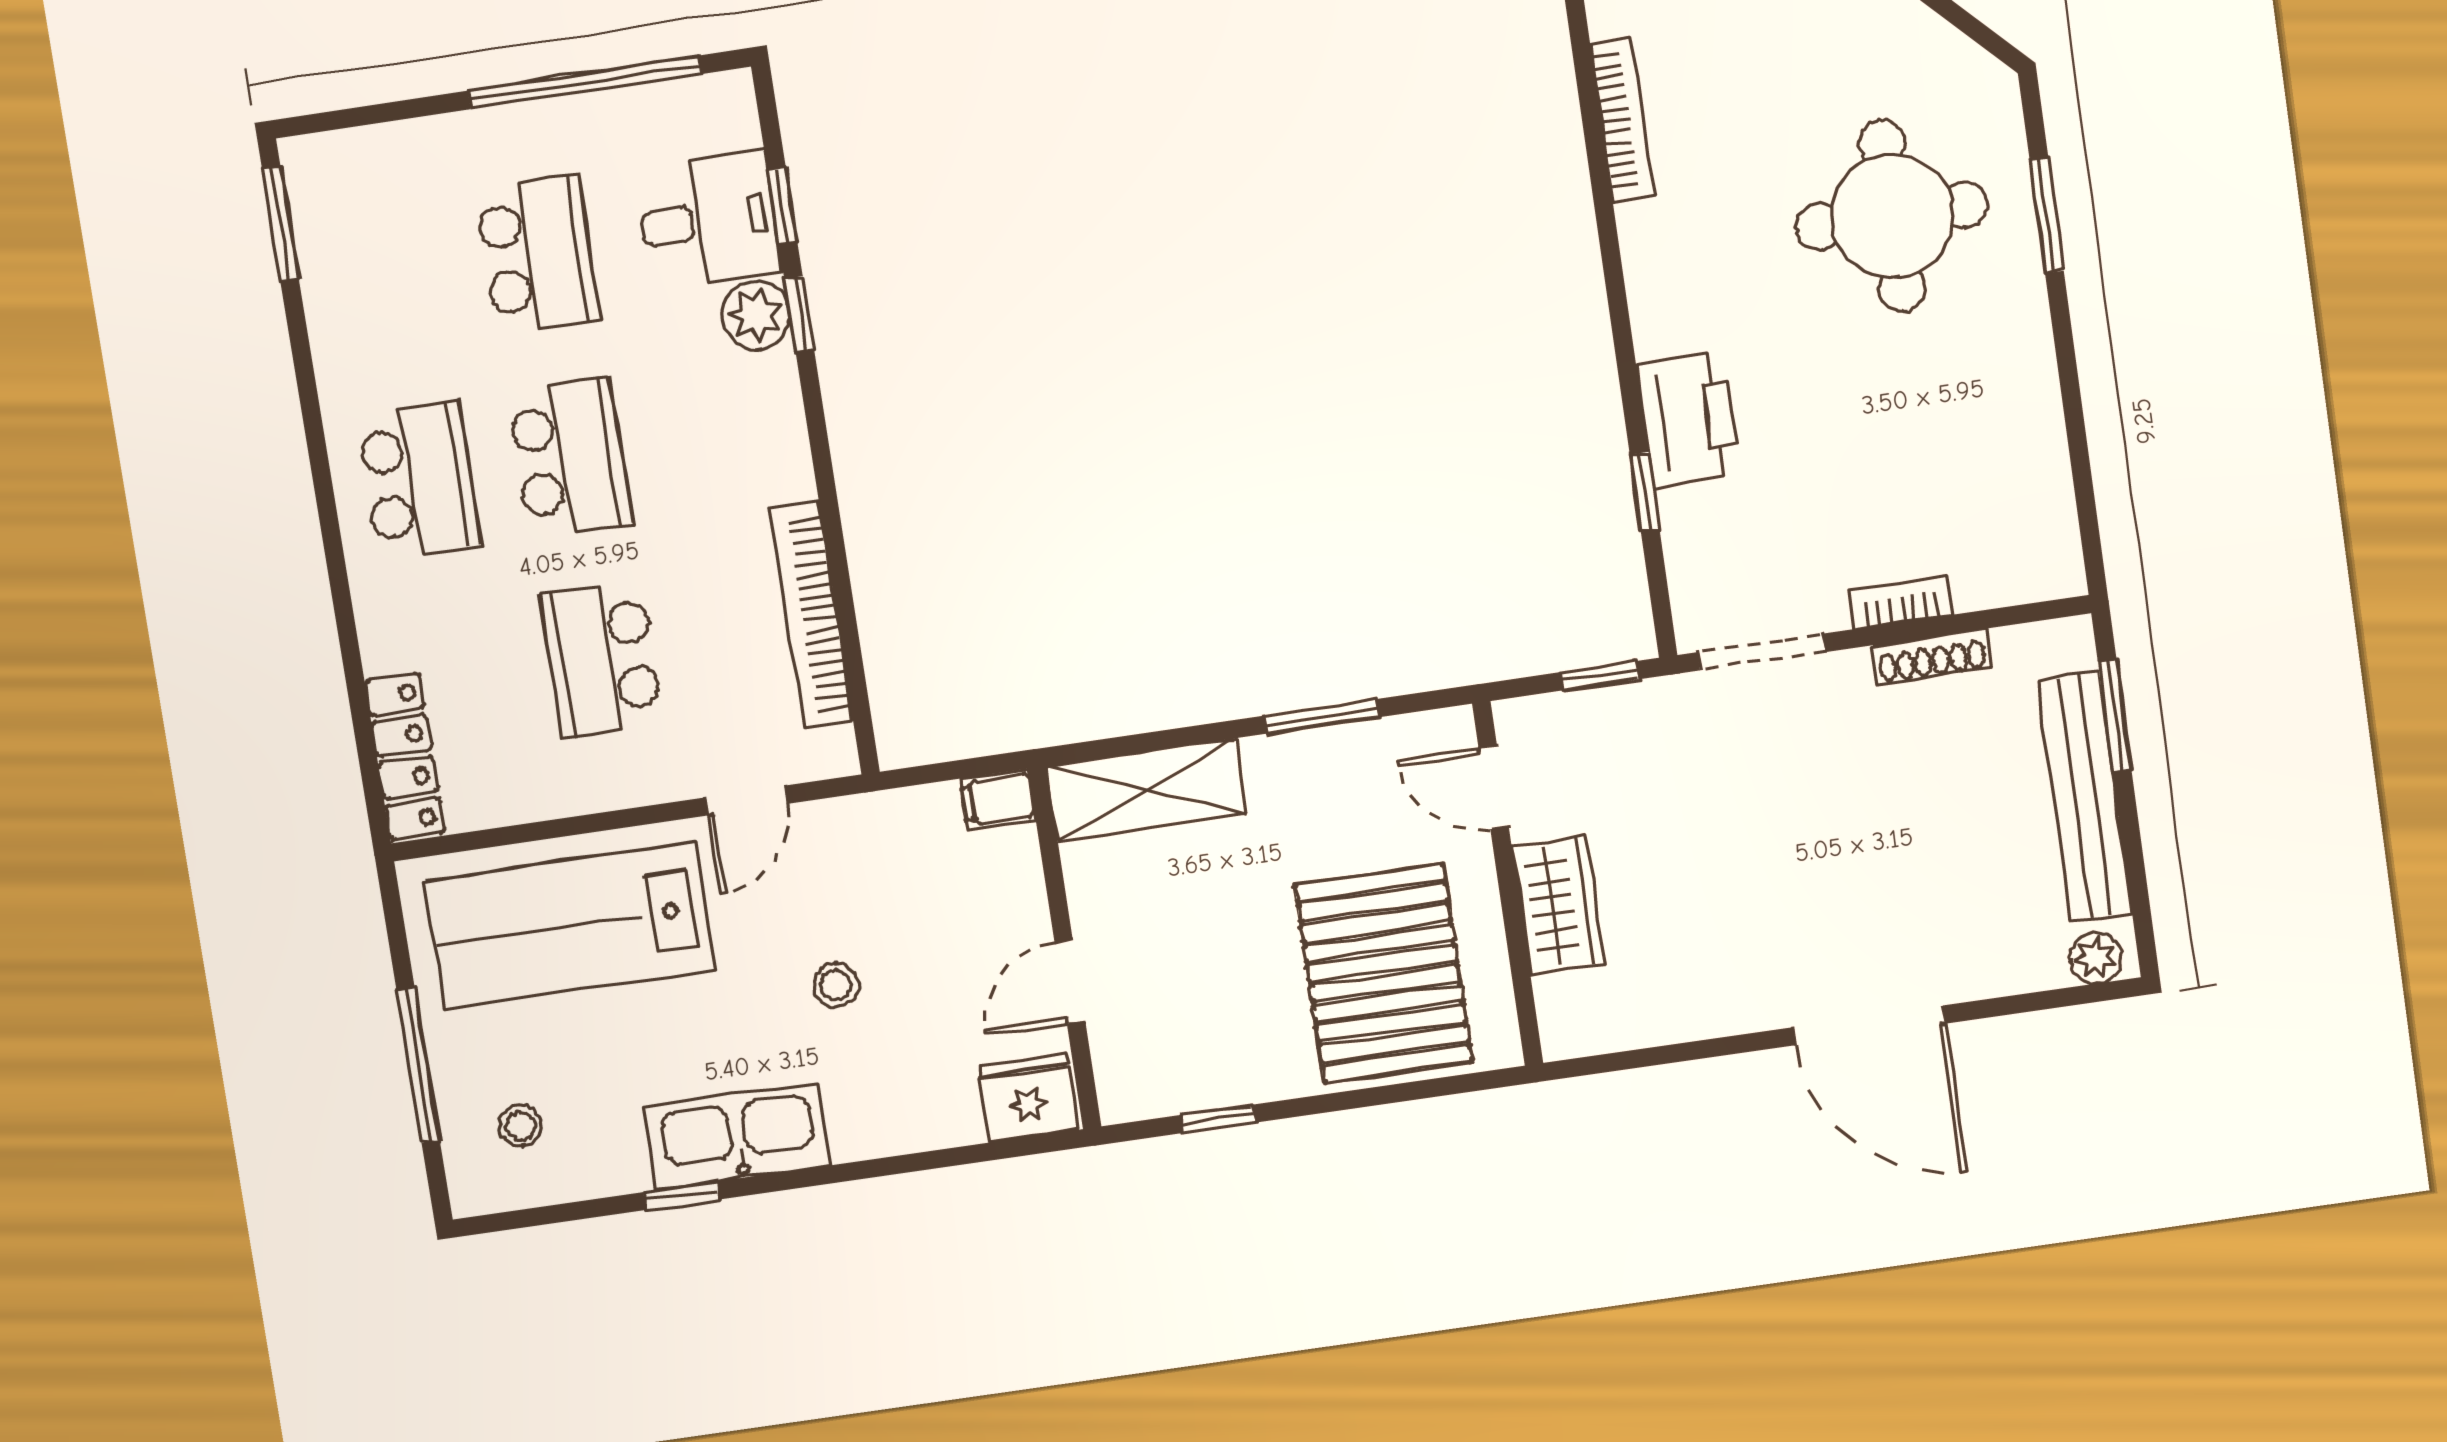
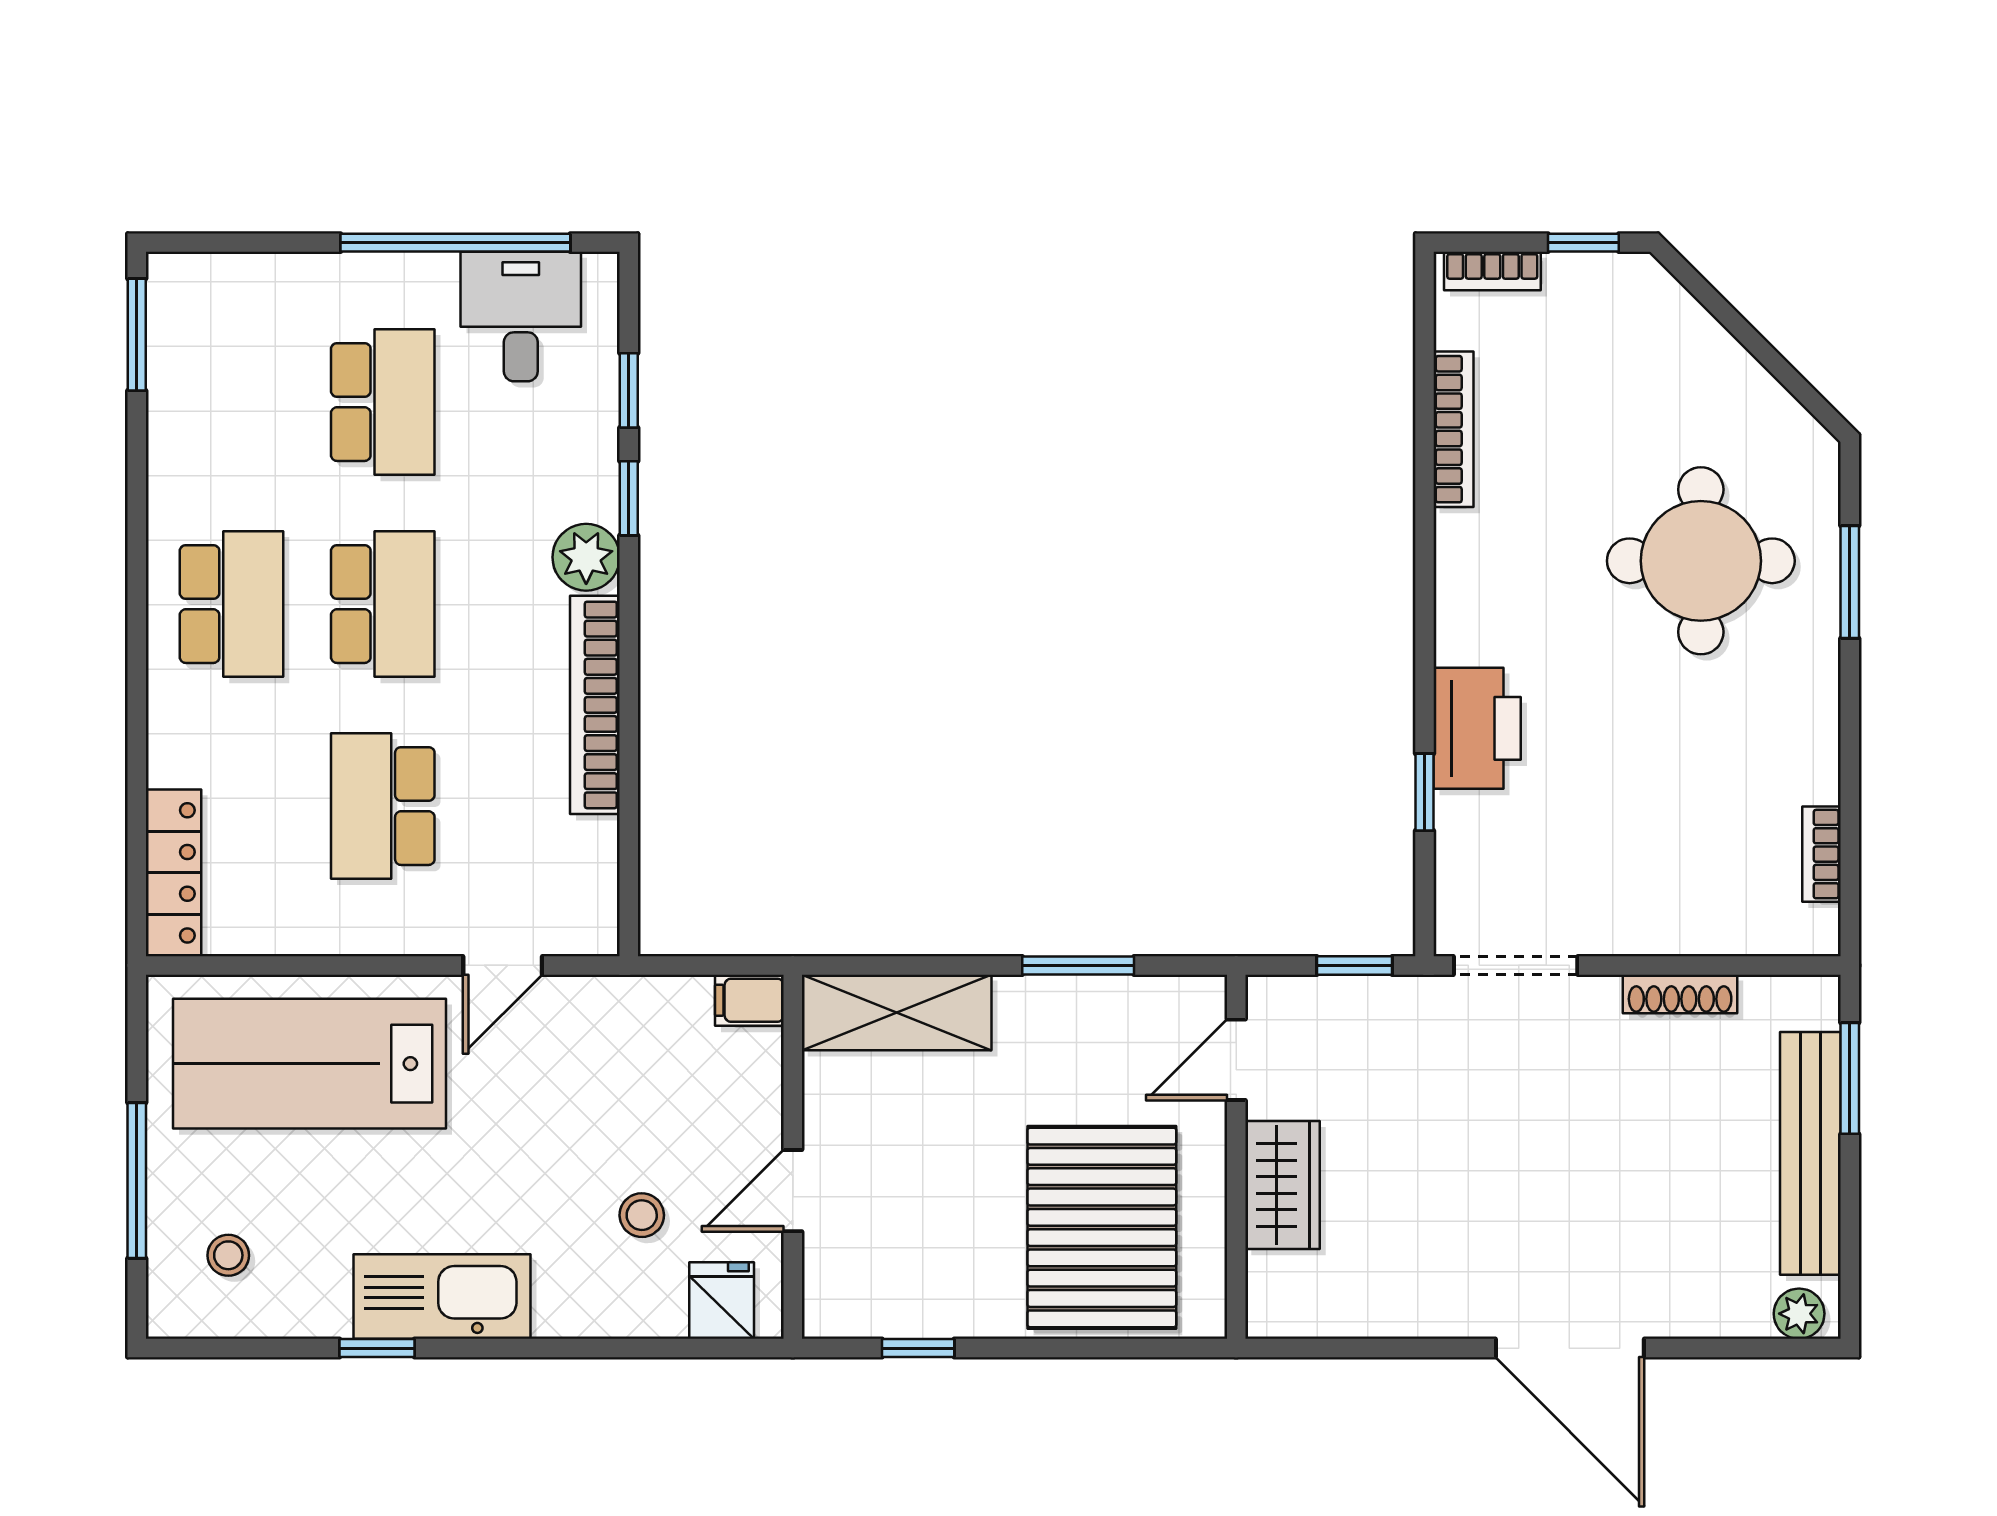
desk: (709, 220) -> (521, 317), moved, turned -90
plant: (755, 315) -> (586, 557), moved
bookcase: (1901, 603) -> (1821, 854), moved, turned -90
bookcase: (811, 614) -> (595, 705), moved
door: (1494, 787) -> (1236, 1060), hinge flipped
stool: (836, 985) -> (642, 1215), moved
fridge: (1028, 1098) -> (722, 1301), width x0.72

